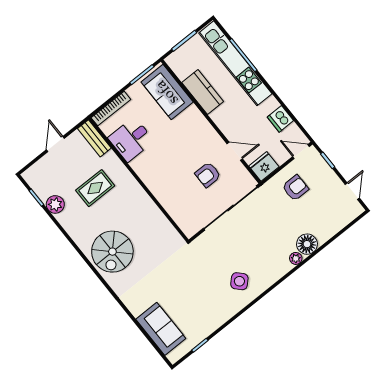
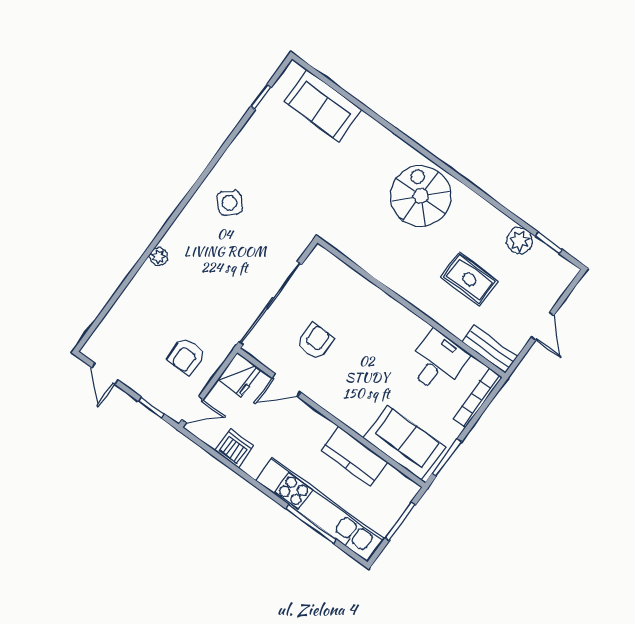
rug: (95, 188) -> (469, 279), turned 90
floor lamp: (307, 244) -> (148, 281), removed

